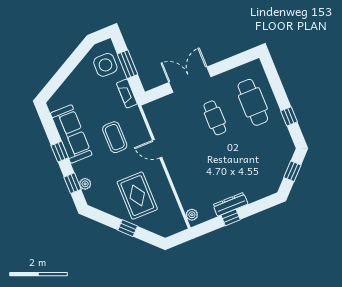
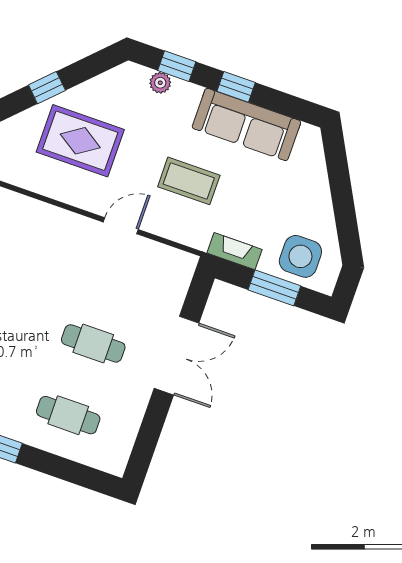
cafe table: (253, 102) -> (68, 415), width x0.73, depth x0.74

